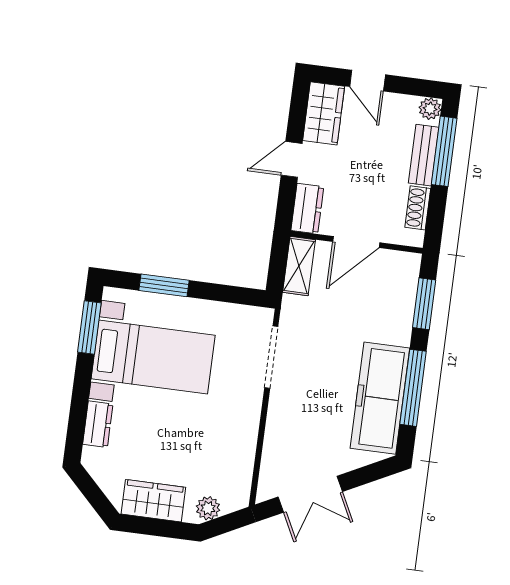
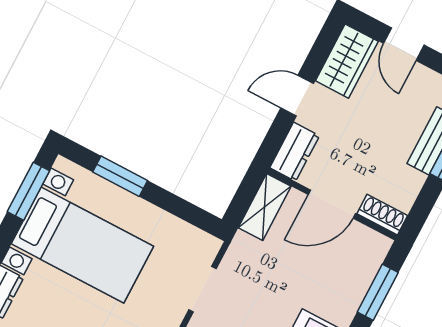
shoe rack: (418, 208) -> (382, 215), moved, turned 90
doorway: (271, 357) -> (202, 289), width x0.73

